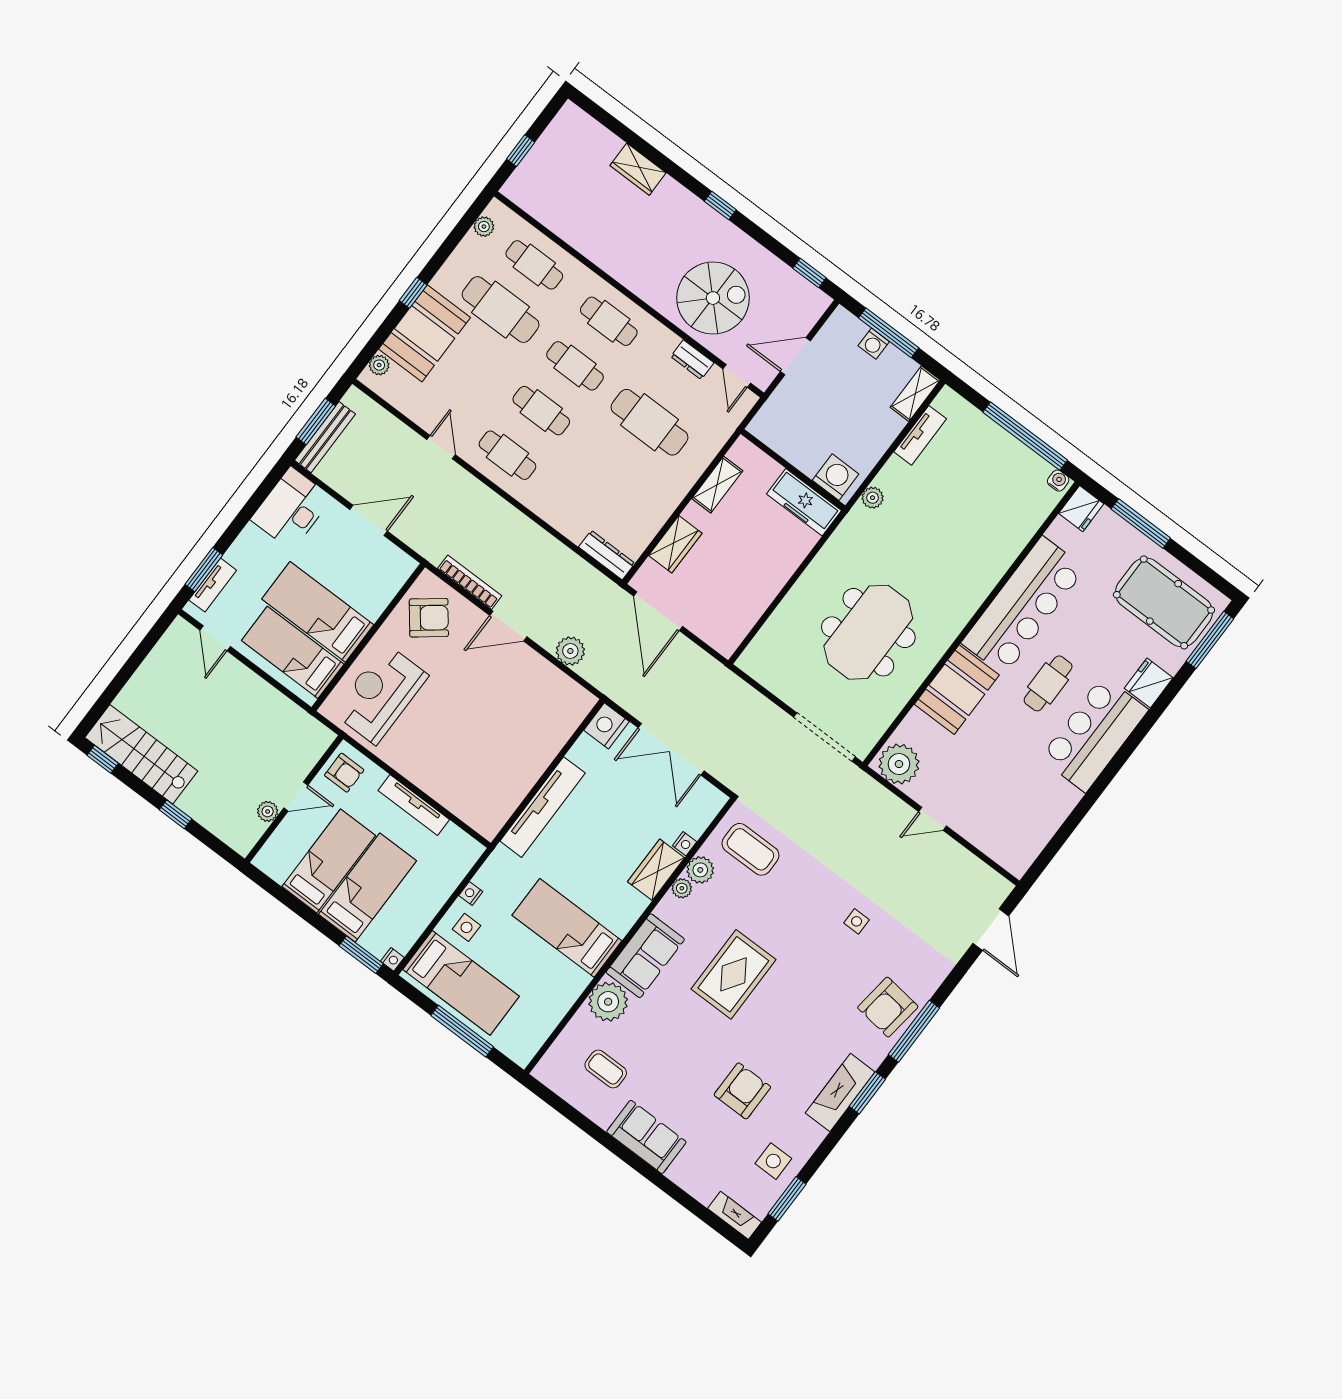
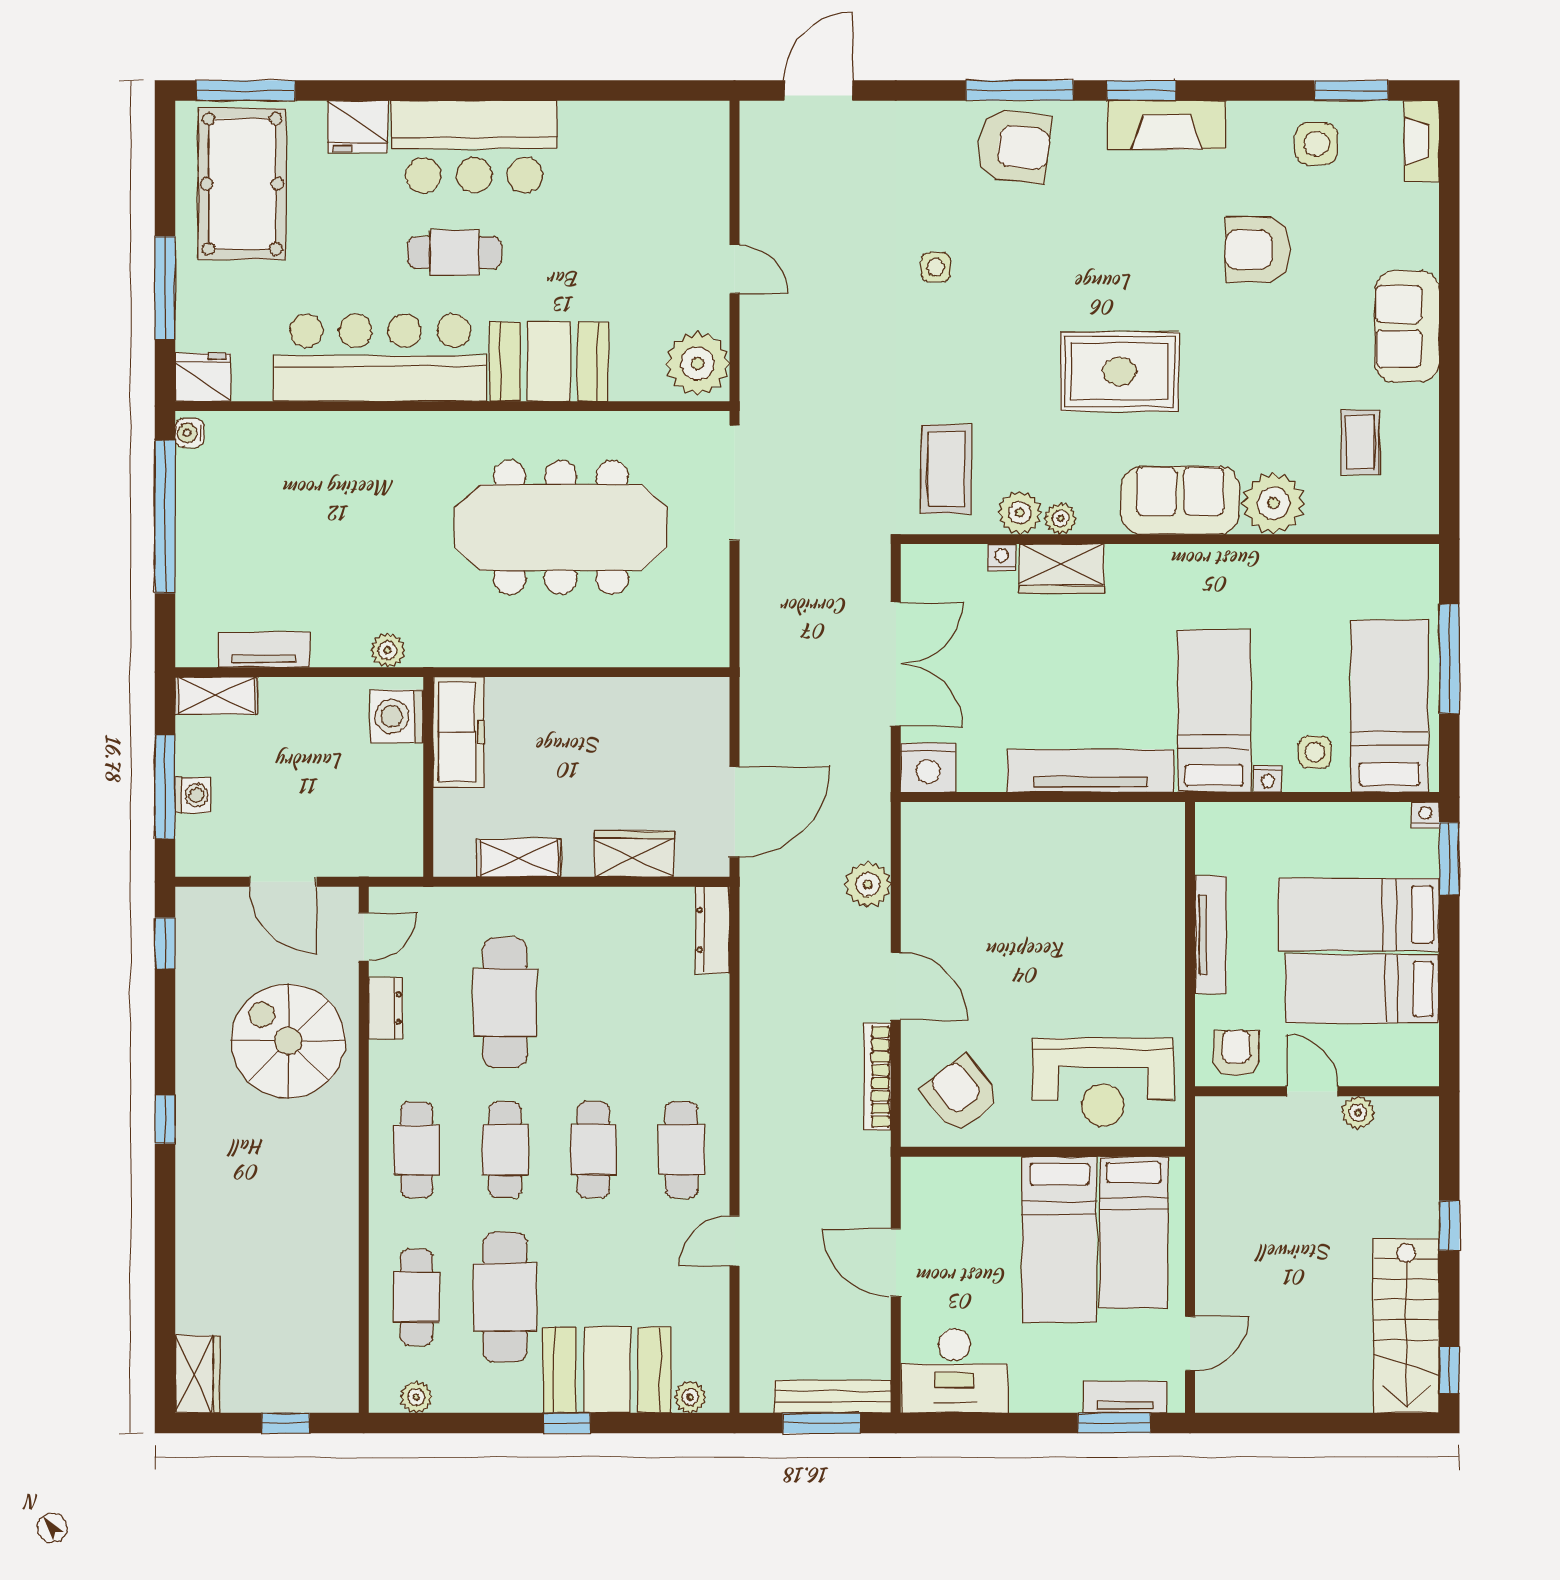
wardrobe: (638, 169) -> (198, 1374), moved
meeting table: (868, 632) -> (561, 527), width x1.36
bed: (567, 928) -> (1214, 711), moved, turned 180

